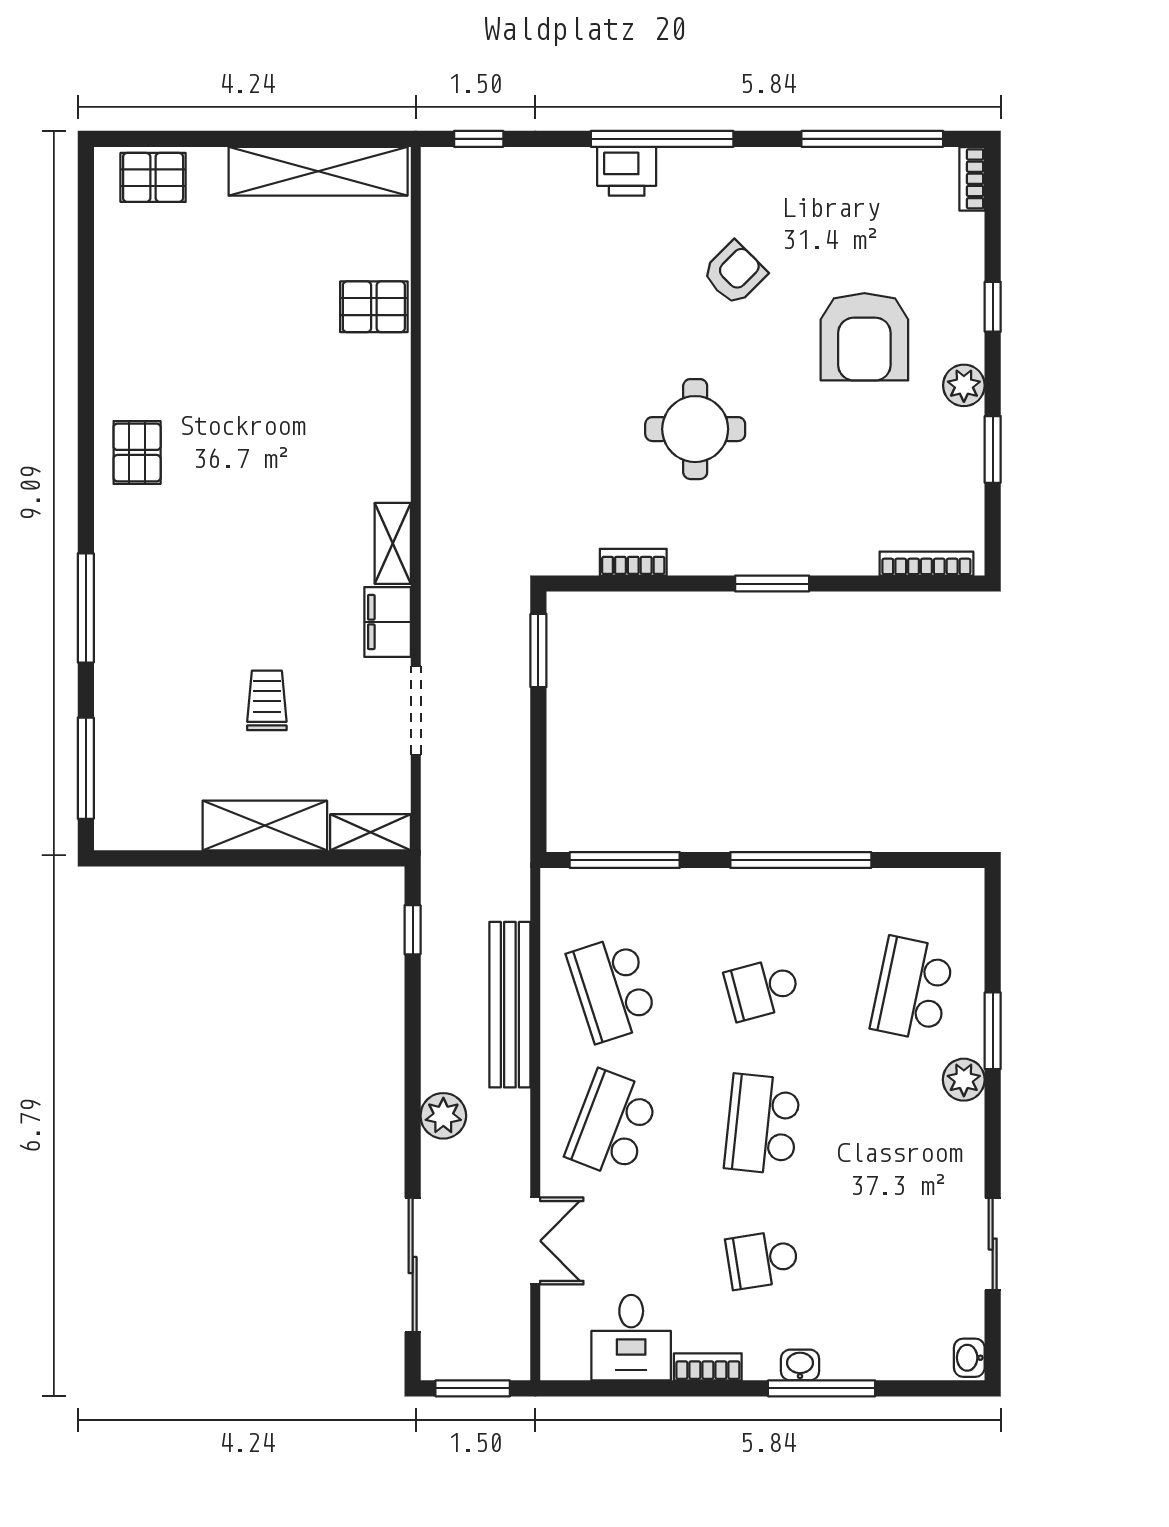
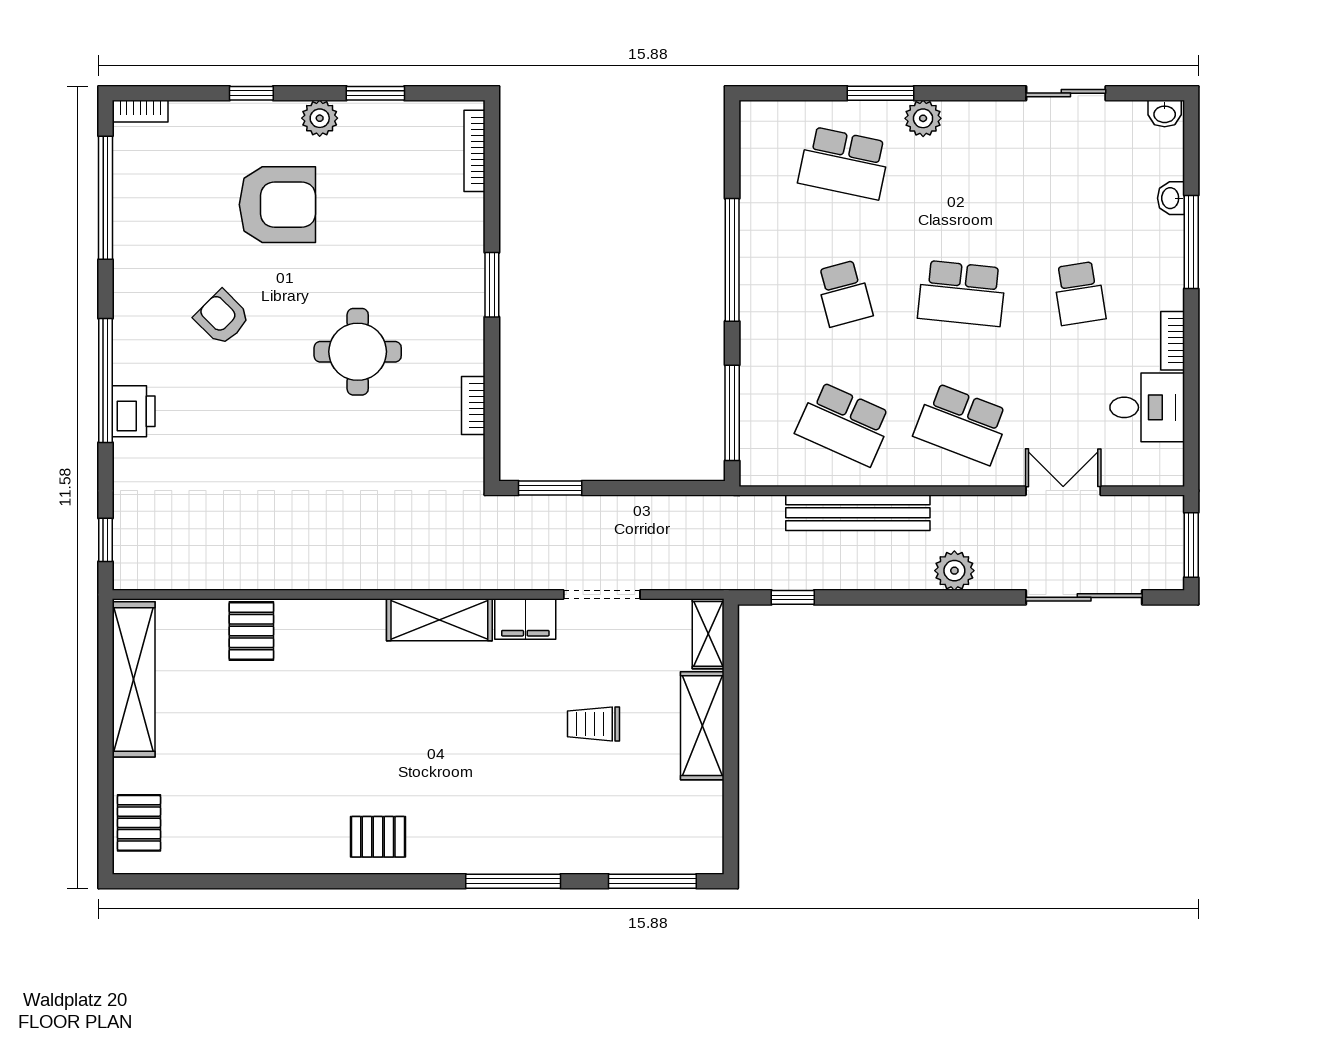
shelving: (393, 543) -> (439, 620), width x1.50, depth x1.33
school desk: (612, 989) -> (844, 424), turned 42
washbasin: (800, 1365) -> (1171, 198), moved

